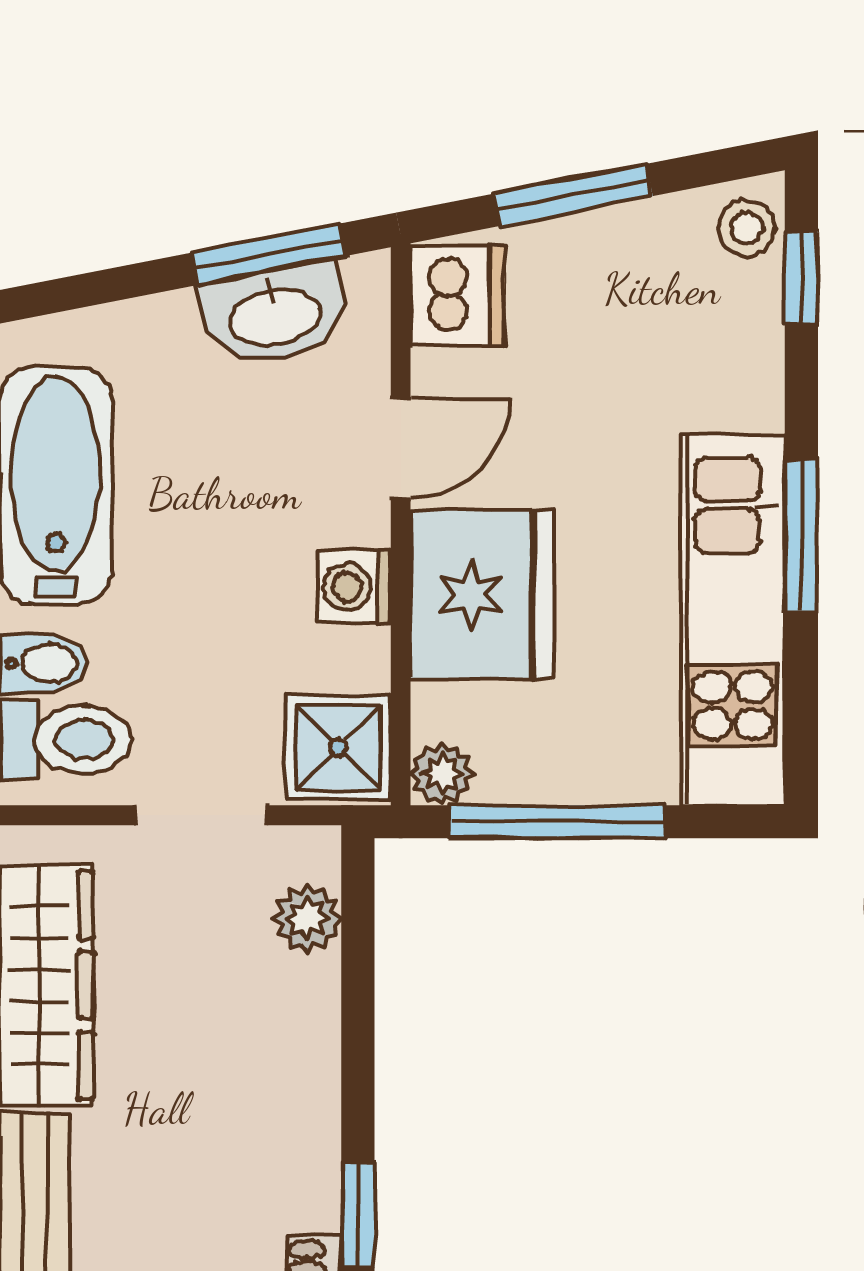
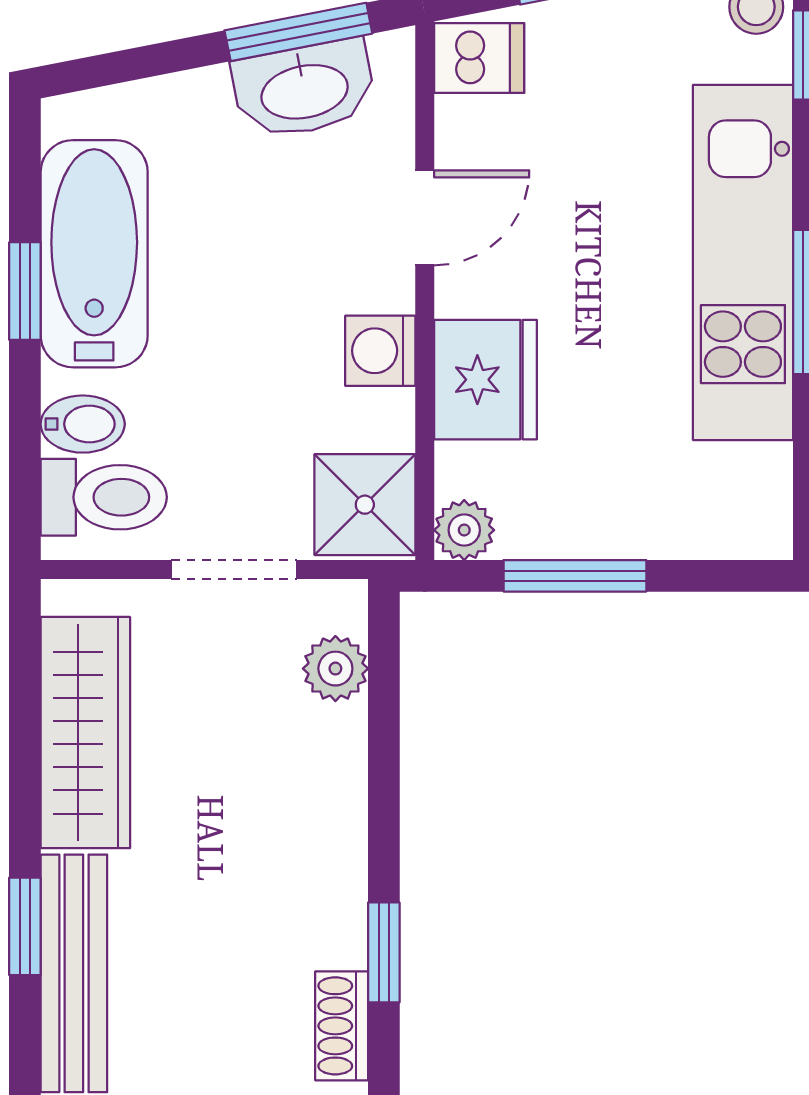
dishwasher: (457, 295) -> (479, 58), width x0.73
fridge: (482, 595) -> (486, 380), width x0.73, depth x0.75
kitchen unit: (733, 620) -> (743, 262), moved
window: (557, 822) -> (575, 576), width x0.69

